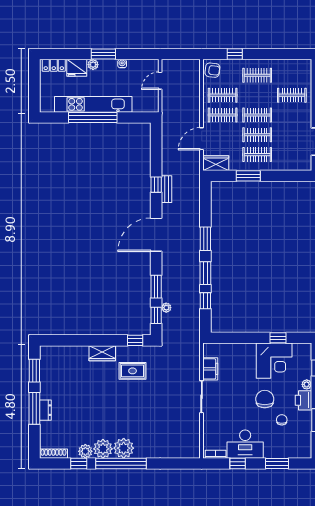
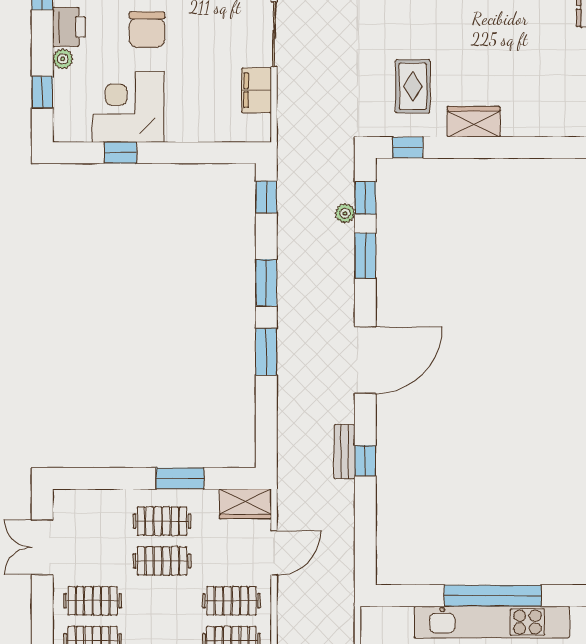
clothes rail: (257, 115) -> (93, 601), moved
window: (205, 301) -> (266, 197), moved
rug: (133, 371) -> (413, 86), turned 90

